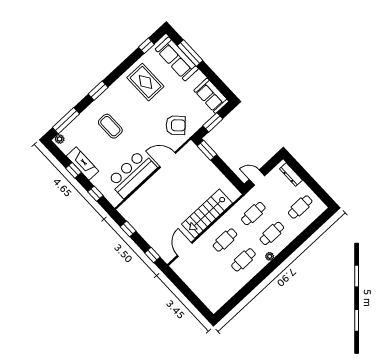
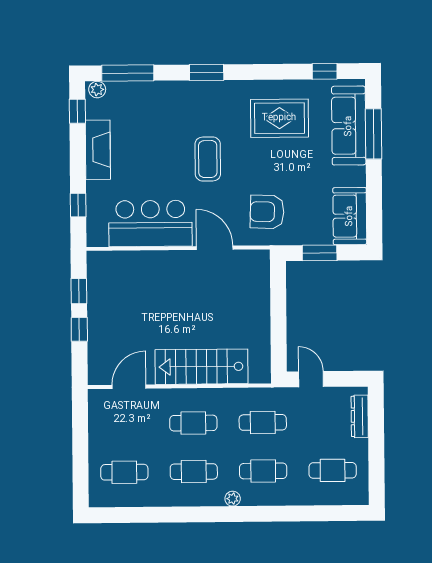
rug: (145, 82) -> (279, 118), turned 90
armchair: (176, 125) -> (267, 212), turned 137
coffee table: (110, 126) -> (208, 159), moved
window: (207, 150) -> (278, 283), removed
window: (73, 170) -> (77, 111), moved
window: (152, 255) -> (79, 329), moved
cafe table: (215, 286) -> (124, 472), added

